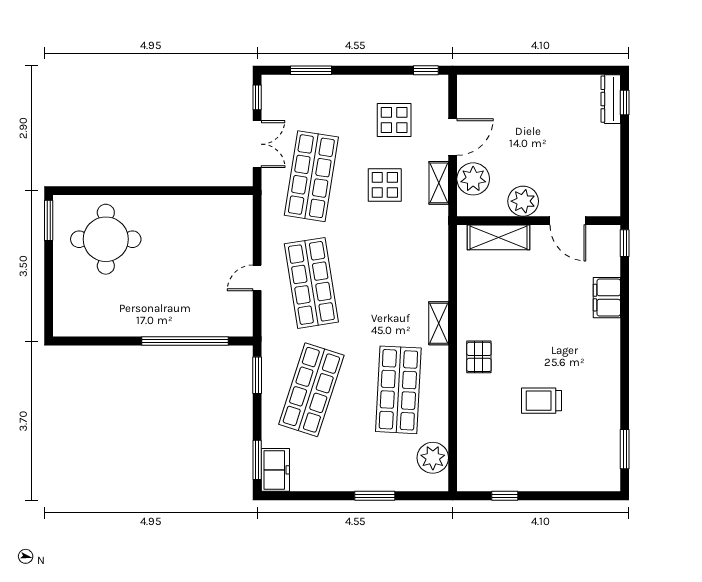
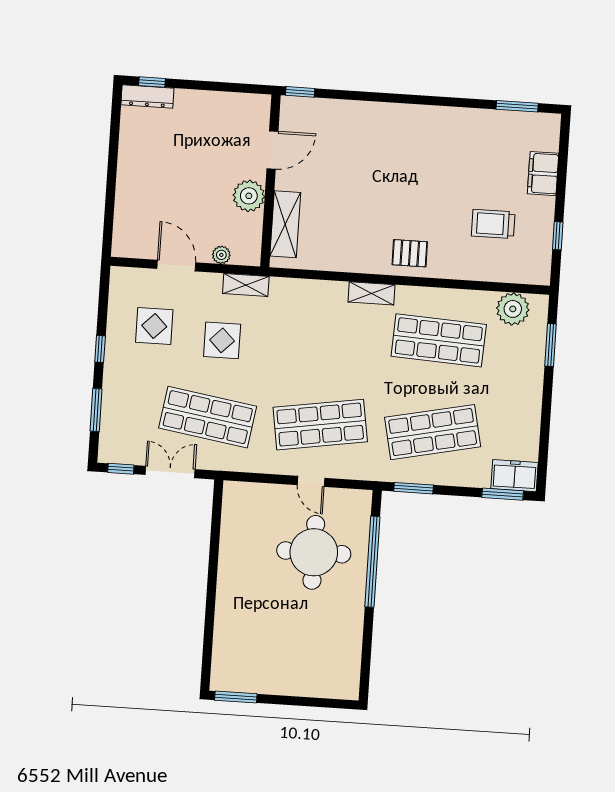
window: (426, 70) -> (100, 349), moved
plant: (473, 179) -> (221, 255), width x0.53, depth x0.53
shelving: (439, 183) -> (246, 285), moved
round table: (106, 239) -> (314, 552), moved
filing cabinet: (607, 298) -> (543, 174), moved, turned 90
shop shelf: (311, 390) -> (433, 432), turned -30
trolley: (541, 401) -> (493, 224), moved, turned 90
window: (375, 496) -> (551, 345), moved

